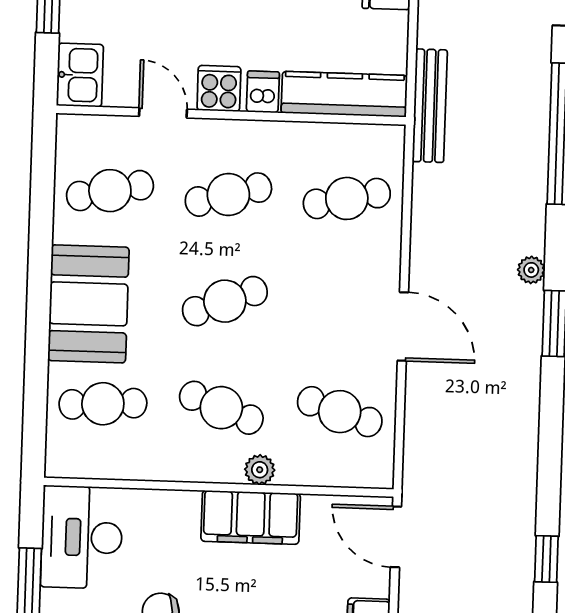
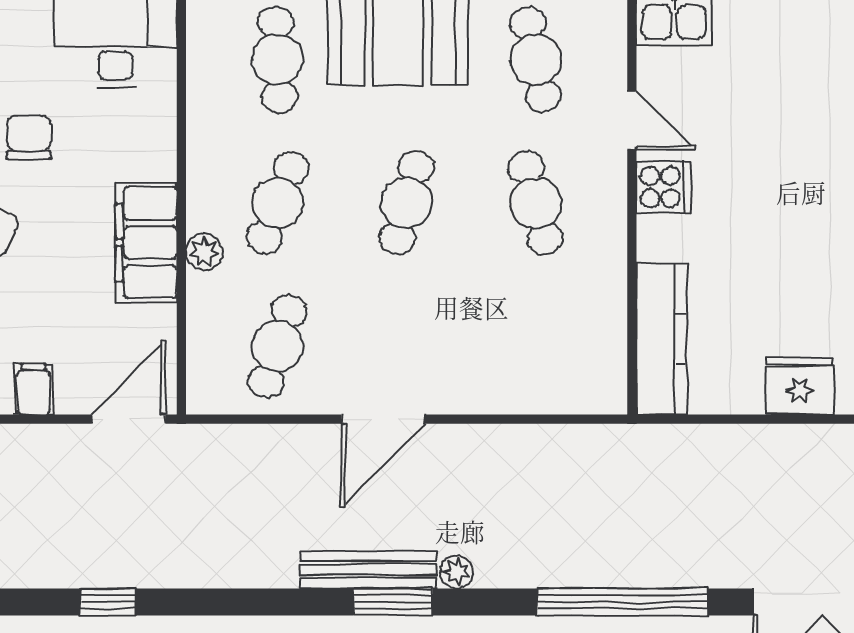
dishwasher: (263, 92) -> (661, 240), removed
bench: (430, 106) -> (368, 569), moved
door: (163, 113) -> (632, 120), hinge flipped
cafe table: (347, 198) -> (536, 346), removed
cafe table: (225, 301) -> (407, 203), turned 36

